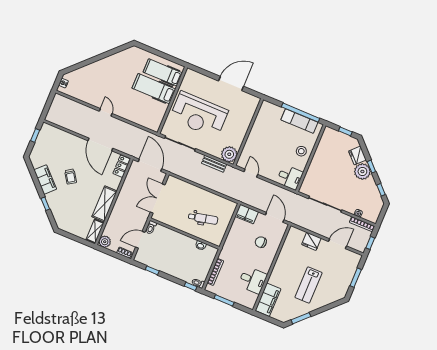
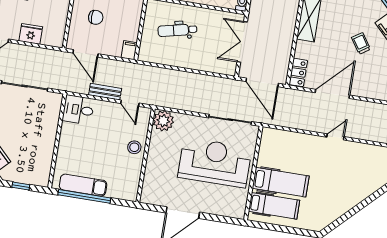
door: (106, 112) -> (335, 137), swing flipped
door: (100, 144) -> (332, 94), hinge flipped
stool: (301, 151) -> (134, 147), moved
bench: (214, 164) -> (105, 92), moved
double door: (158, 198) -> (242, 42), swing flipped
filing cabinet: (247, 214) -> (129, 50), width x0.50

